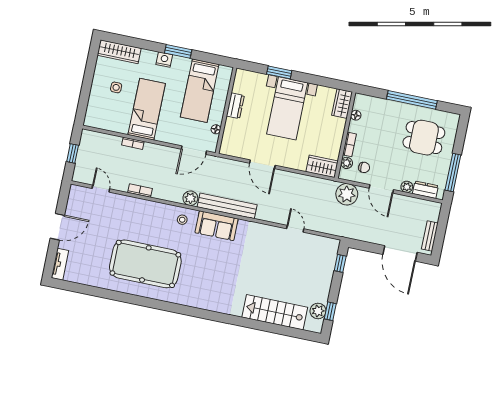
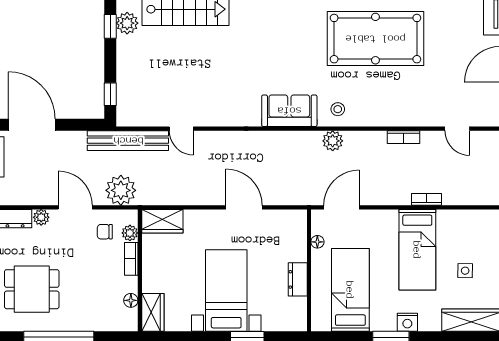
bench: (227, 206) -> (128, 141), moved

